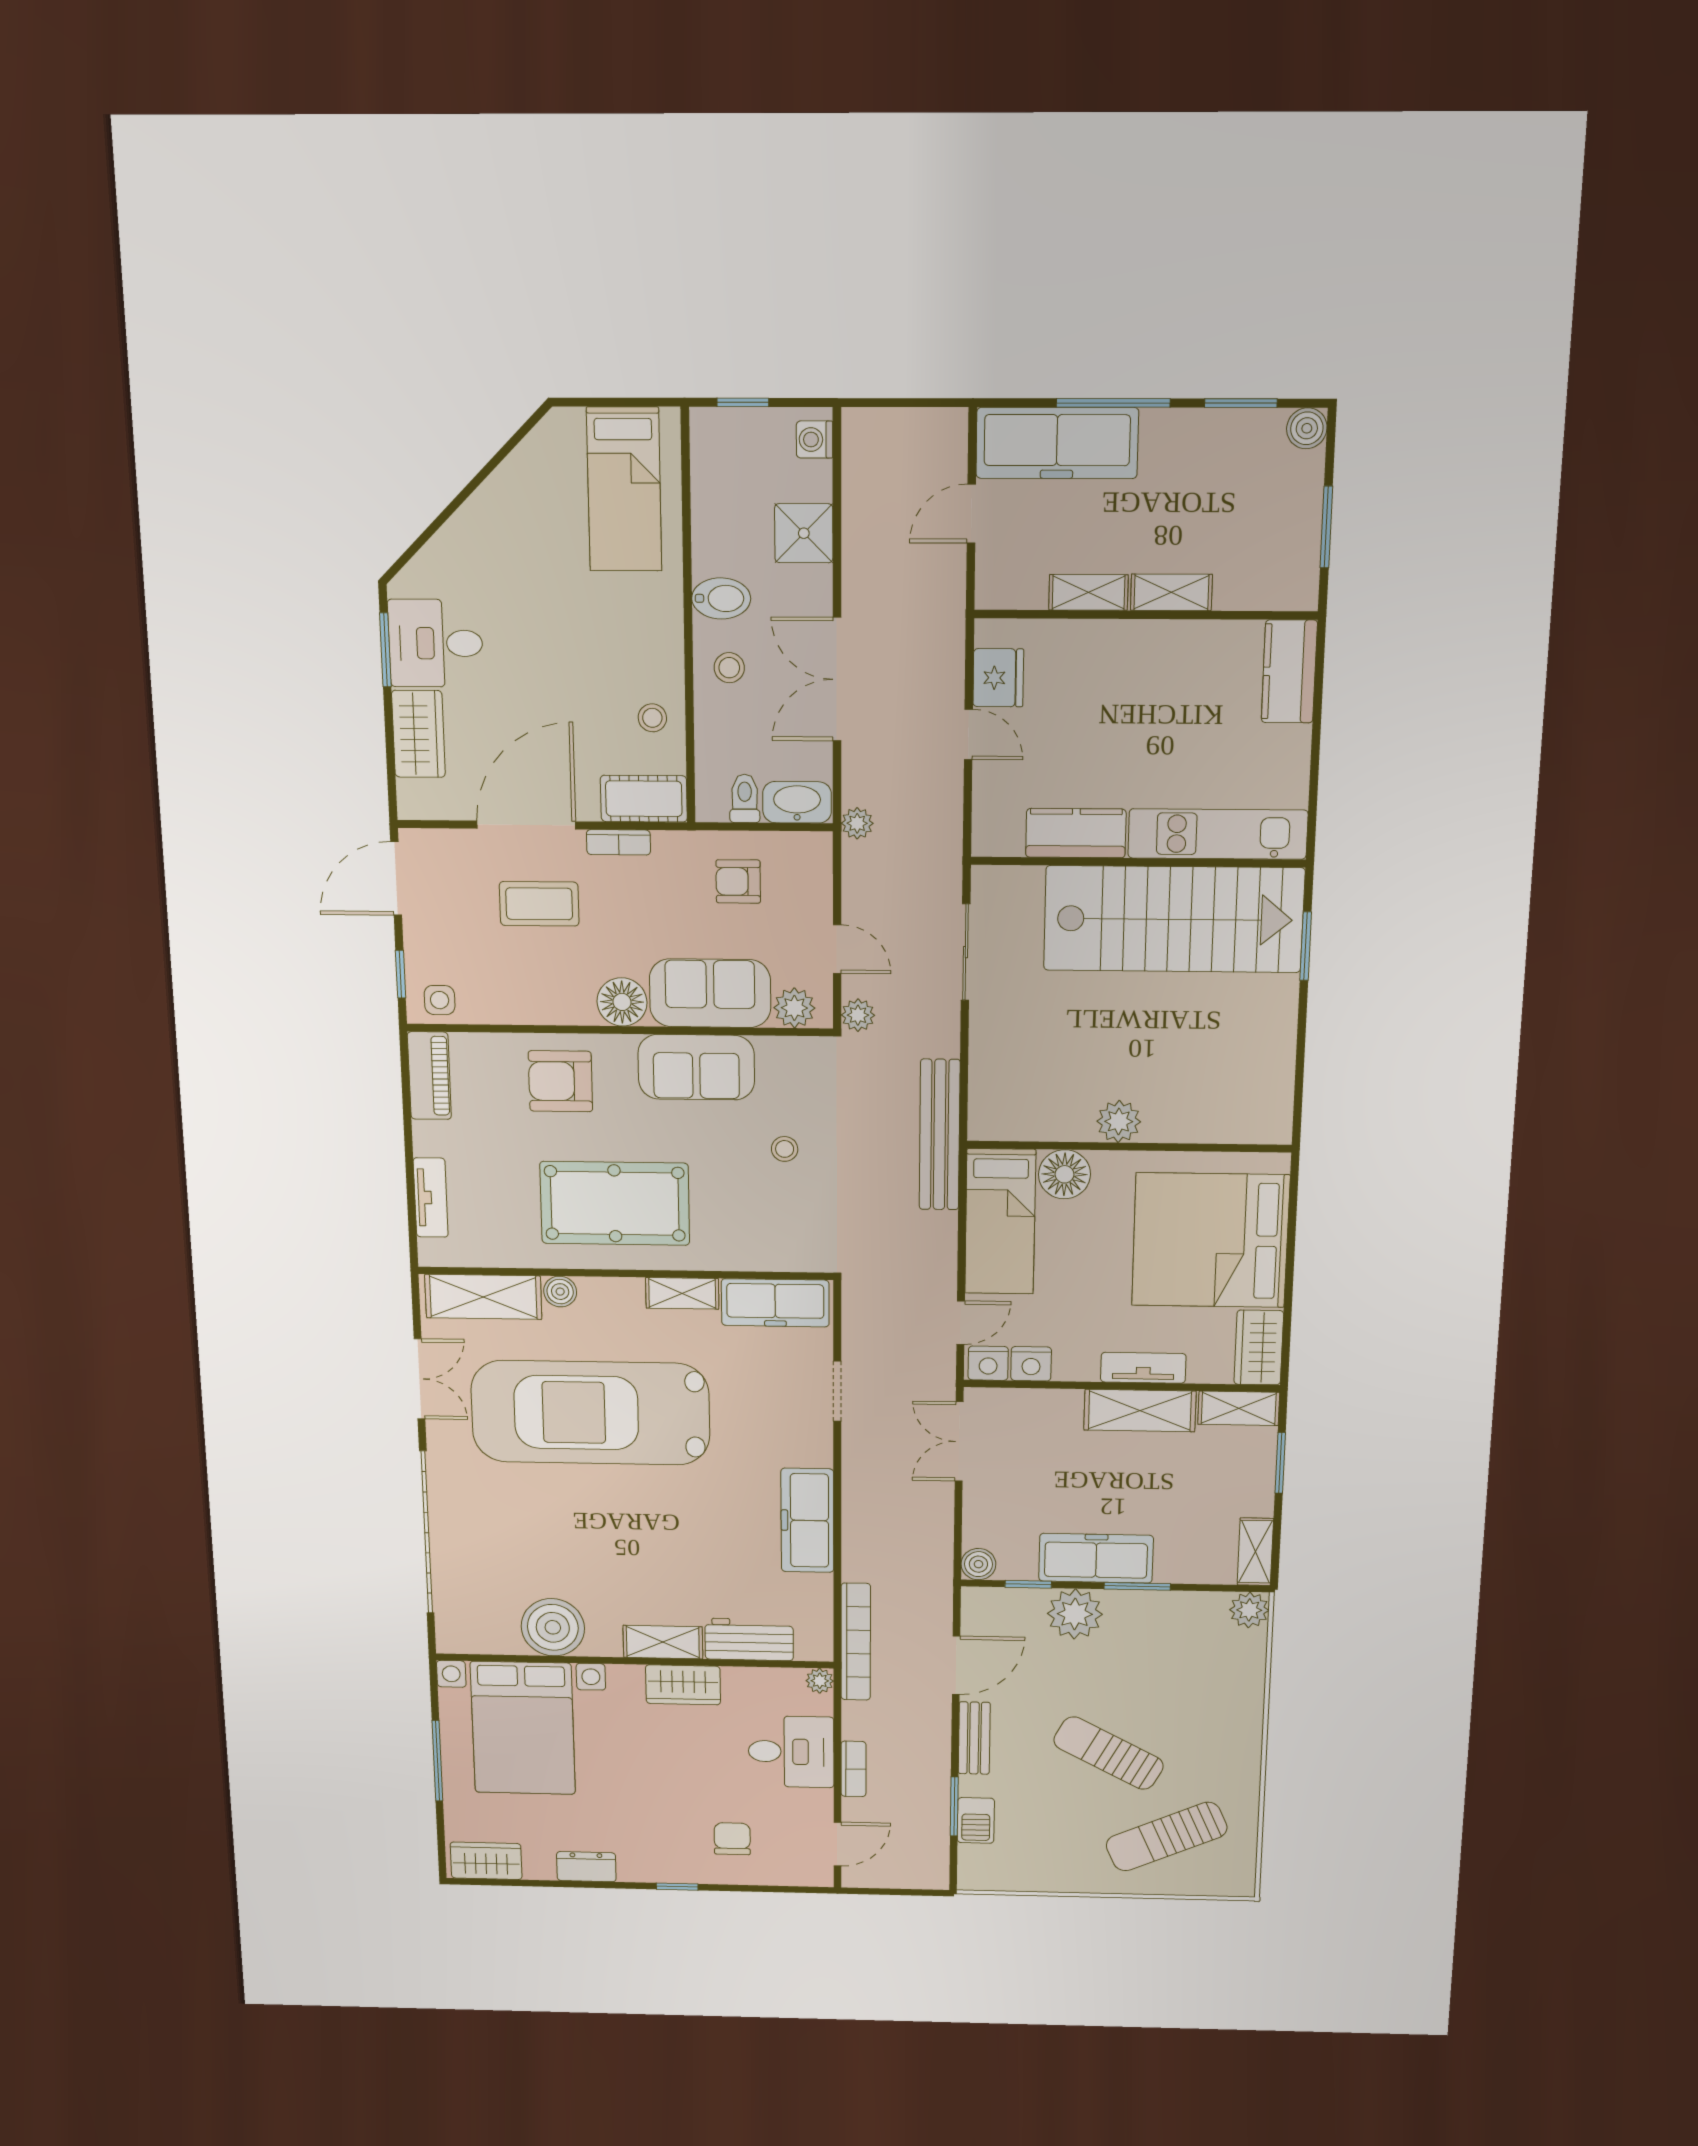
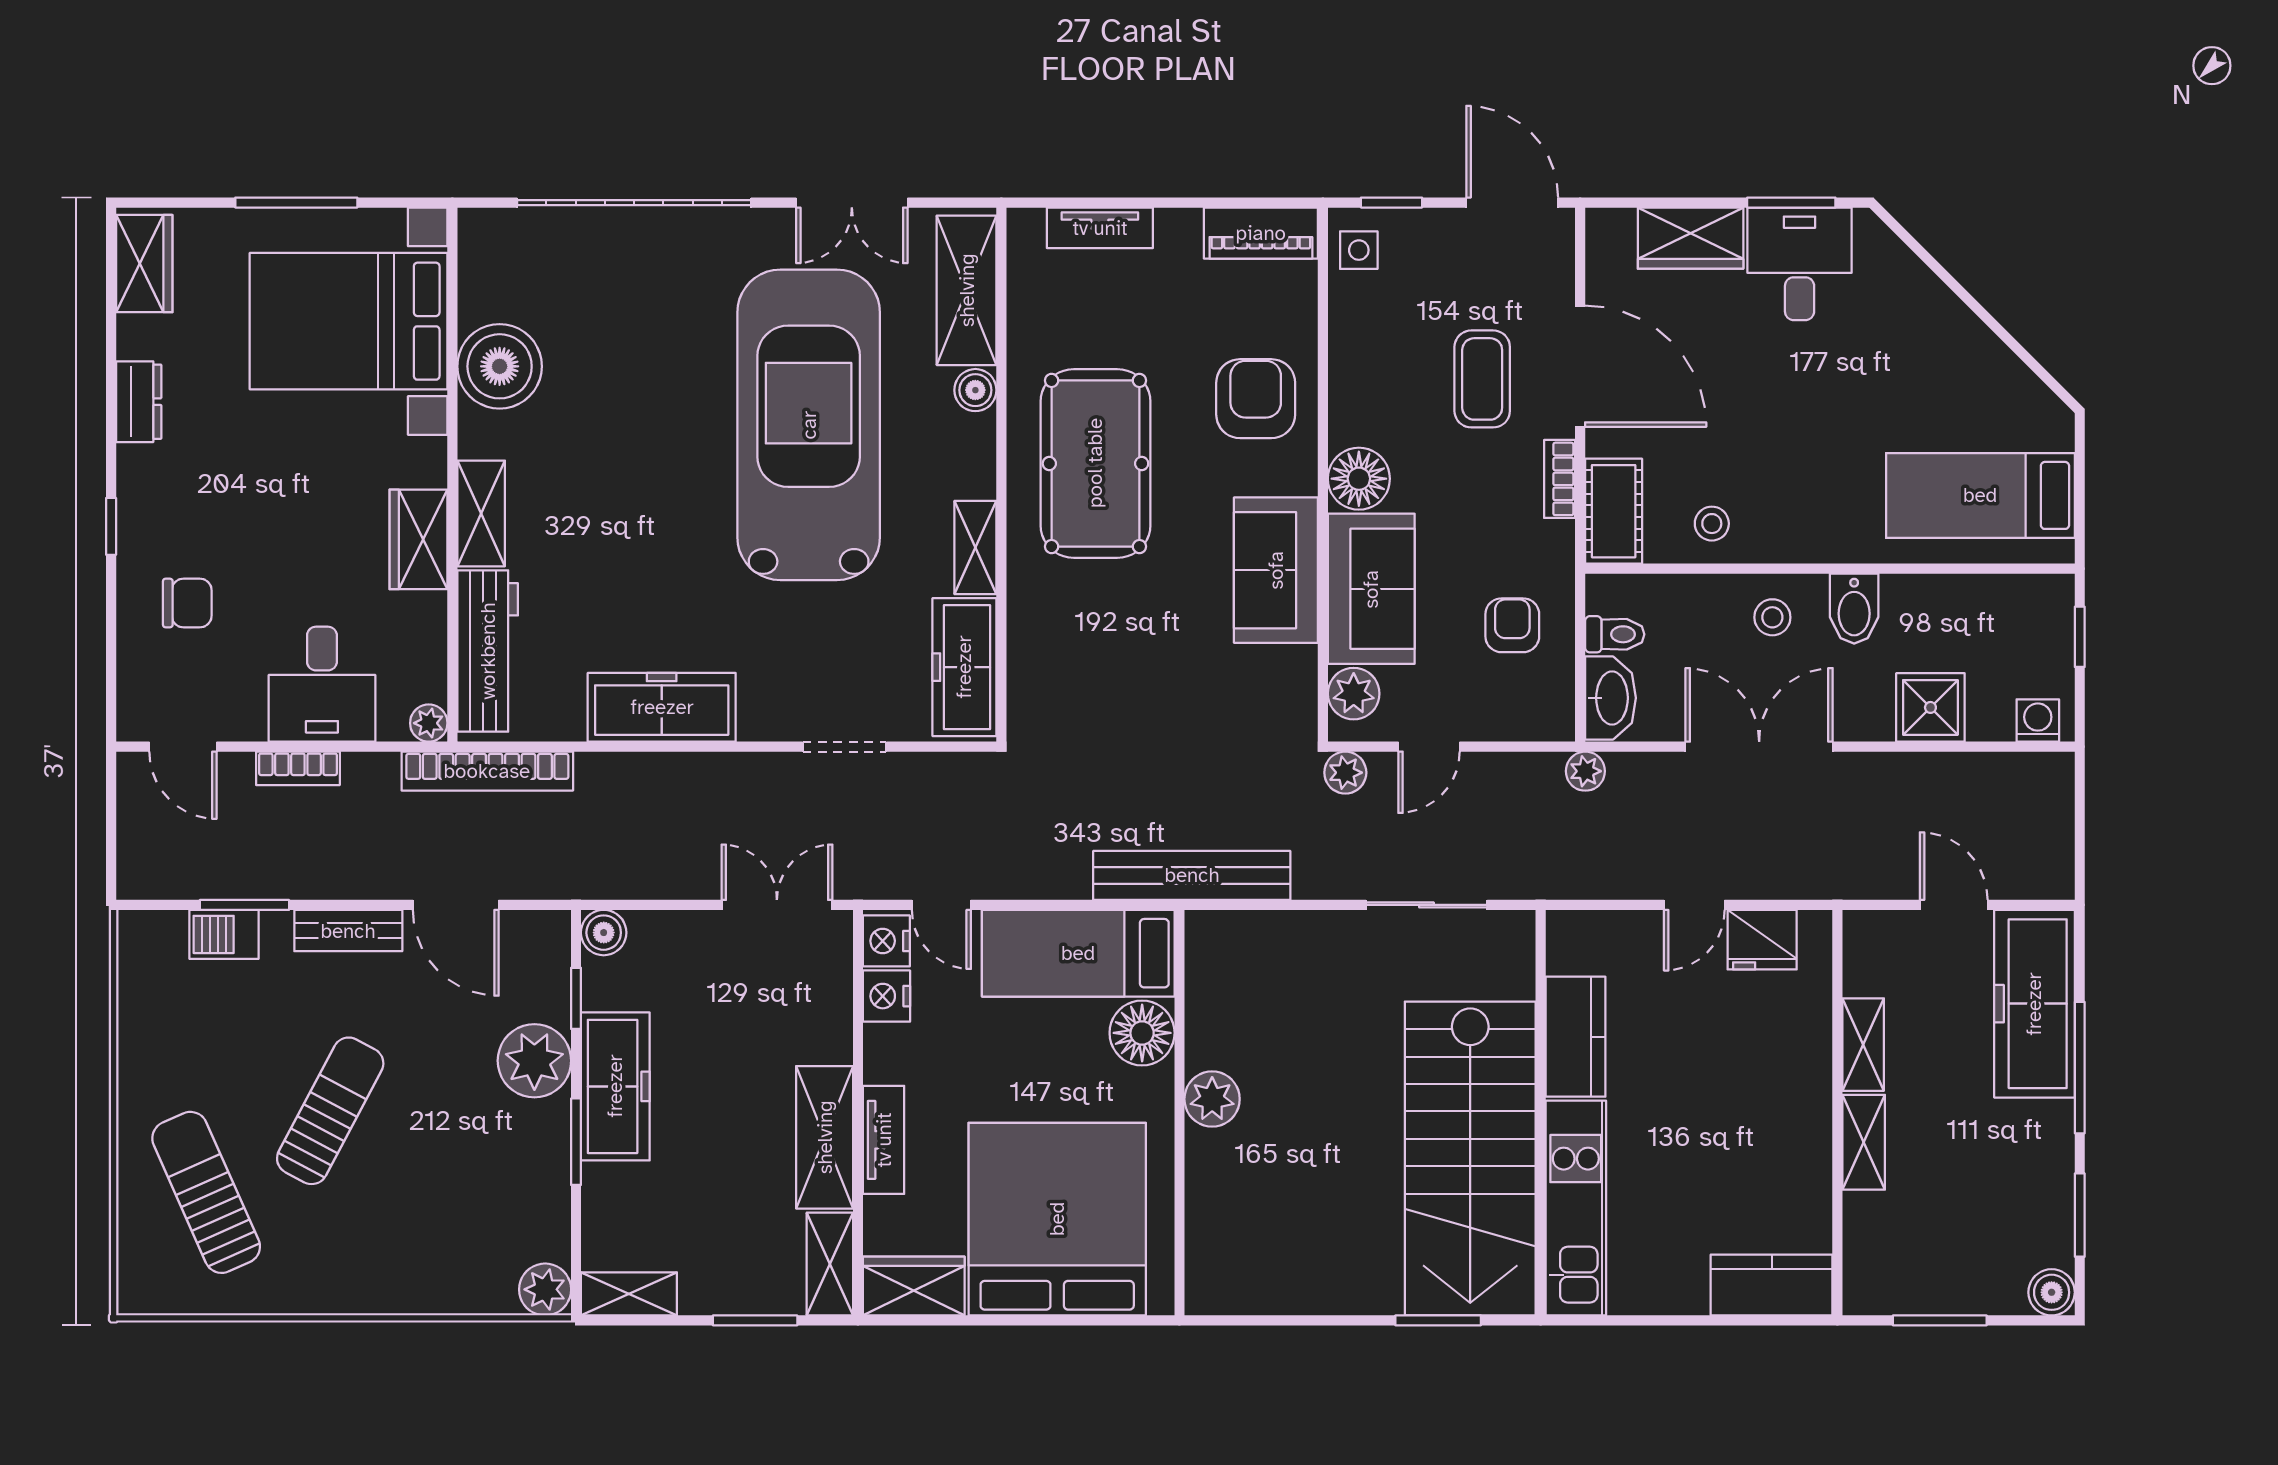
stool: (785, 1149) -> (1171, 680), removed
workbench: (749, 1639) -> (488, 651), width x1.38

